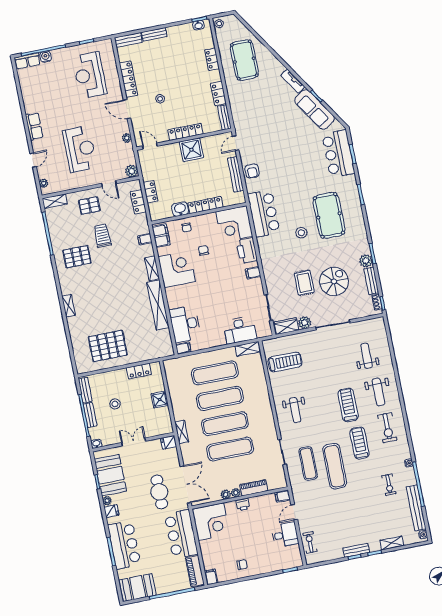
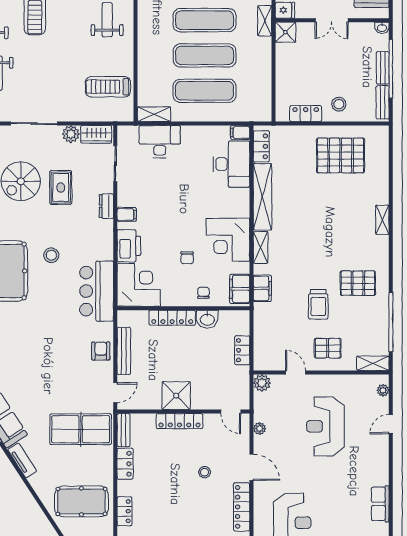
pool table: (244, 60) -> (81, 501), turned 90
table tennis table: (255, 112) -> (81, 429), added
row of seats: (34, 126) -> (380, 504), moved
locker: (138, 202) -> (261, 146), moved
filing cabinet: (145, 239) -> (262, 288), width x2.00
dresser: (269, 276) -> (106, 206), added
shower: (160, 399) -> (285, 32), moved
stool: (115, 404) -> (339, 104), moved

